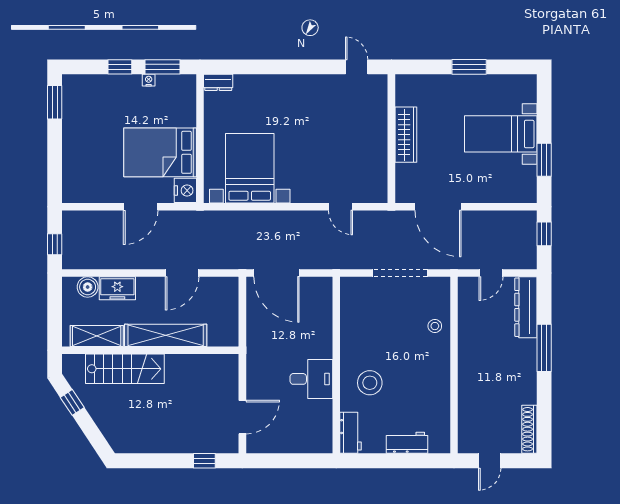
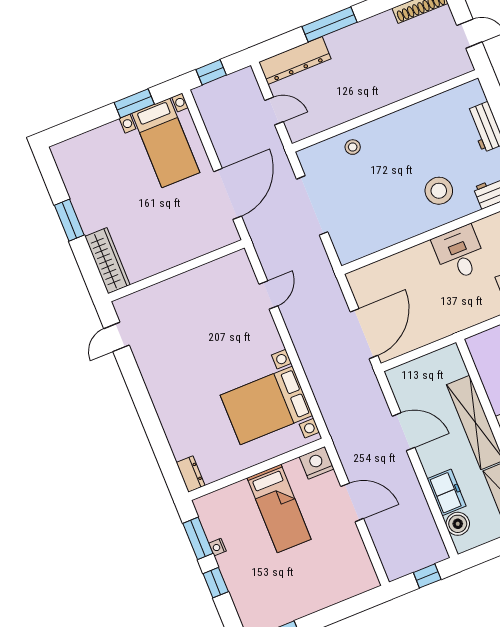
bed with nightstands: (501, 134) -> (166, 143), moved
wardrobe: (406, 135) -> (107, 261), moved, turned 90
bed: (160, 152) -> (279, 508), width x0.67

